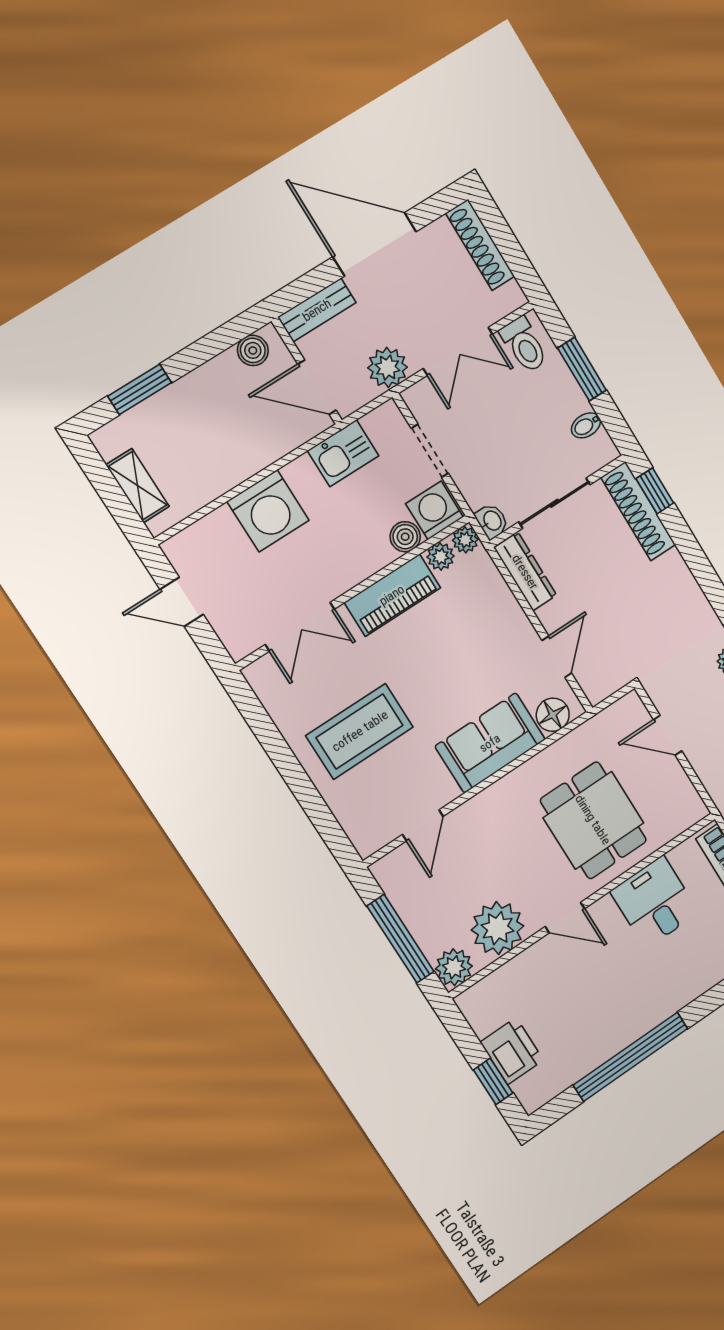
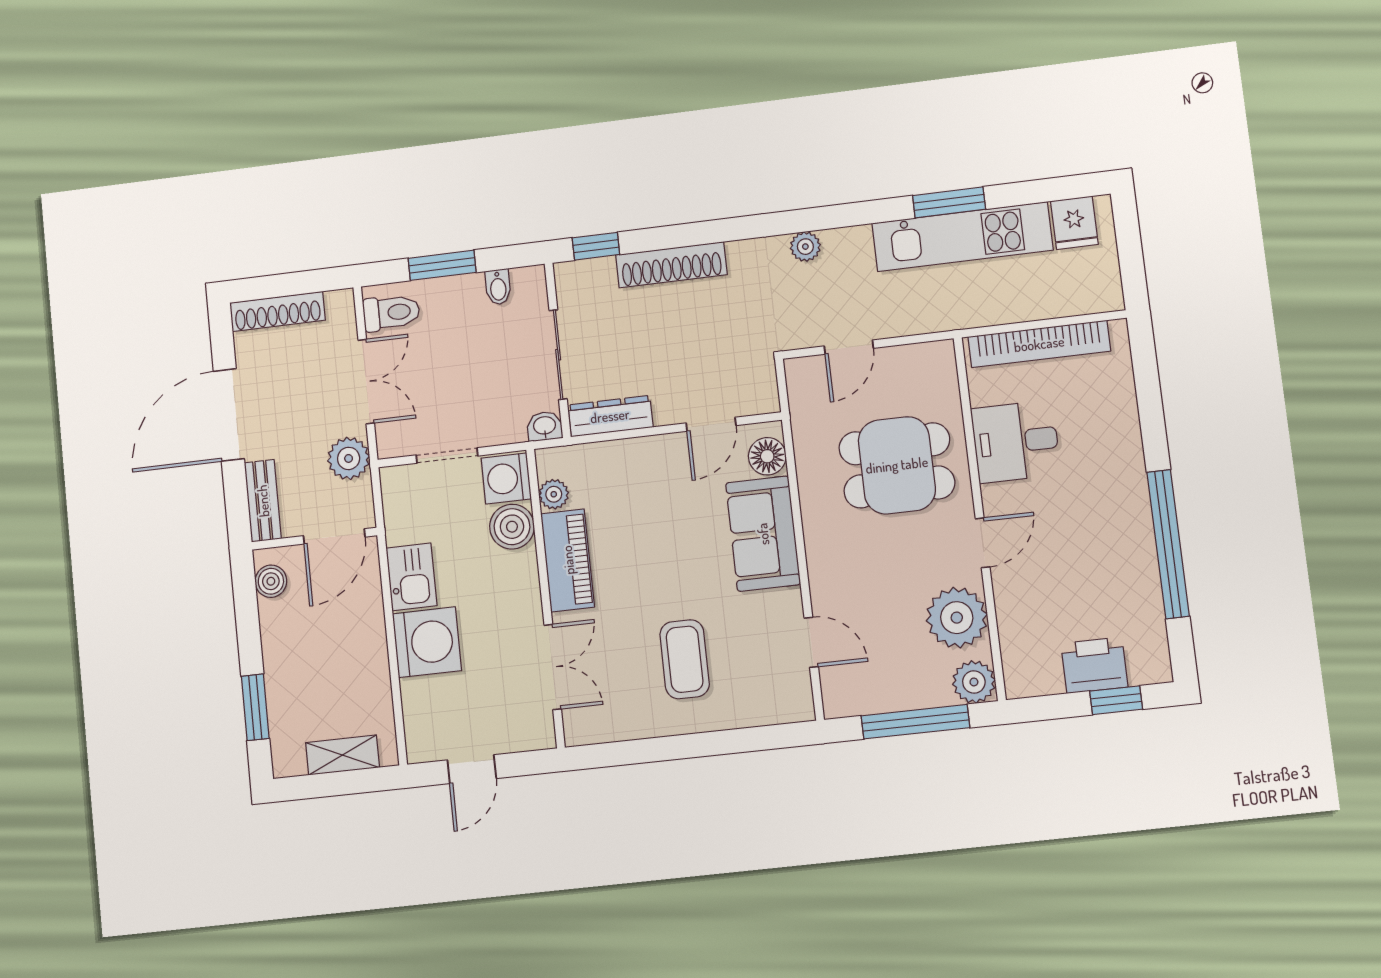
kitchen sink: (343, 453) -> (412, 577), moved
shoe rack: (638, 511) -> (671, 265), moved
boiler: (405, 537) -> (512, 527), width x1.36, depth x1.36
plant: (465, 540) -> (550, 462), removed
door: (557, 657) -> (711, 424), swing flipped
coffee table: (360, 731) -> (685, 659), width x0.73, depth x0.76

